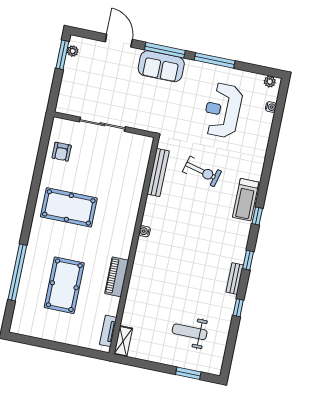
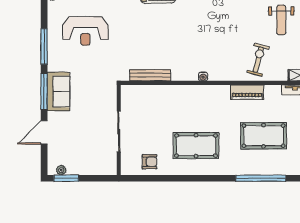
exercise bike: (202, 171) -> (258, 60), moved
pool table: (69, 207) -> (196, 146), turned 90

